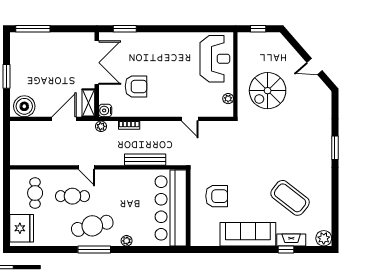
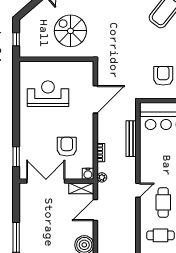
reception desk: (215, 59) -> (48, 94), moved
spiral stairs: (268, 91) -> (70, 31), turned 180
plant: (228, 99) -> (77, 66), removed
door: (64, 119) -> (95, 210), hinge flipped
door: (190, 119) -> (95, 99), width x1.88

